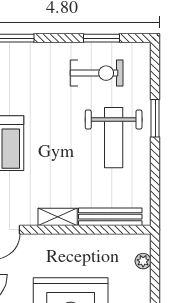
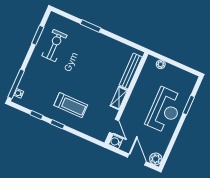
weight bench: (114, 138) -> (91, 51), removed

